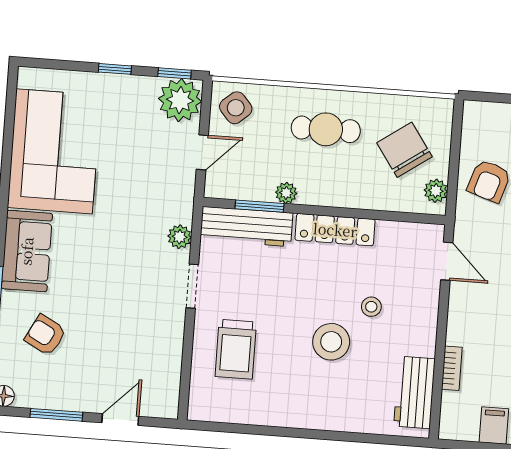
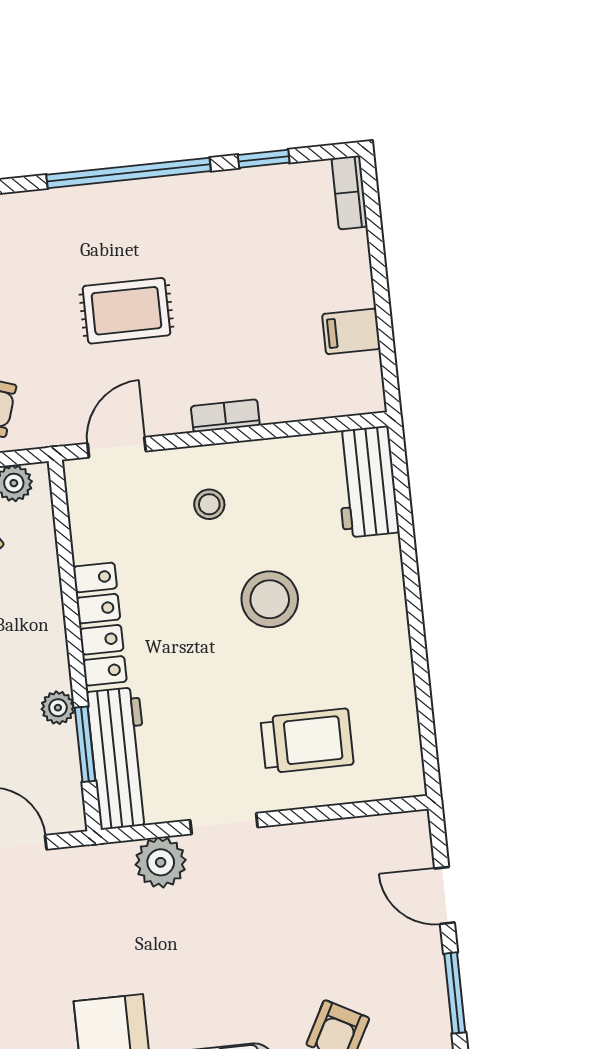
plant: (180, 237) -> (161, 862), width x1.38, depth x1.38
stool: (371, 307) -> (209, 504), moved
bookcase: (452, 368) -> (225, 416), moved
workbench: (414, 392) -> (366, 482), moved, turned 90

